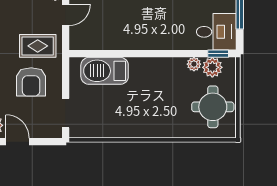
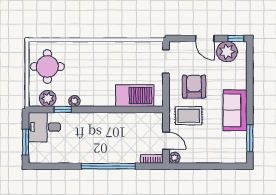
door: (66, 15) -> (166, 141), swing flipped
window: (218, 54) -> (63, 109), moved
plant: (194, 64) -> (74, 101), moved

